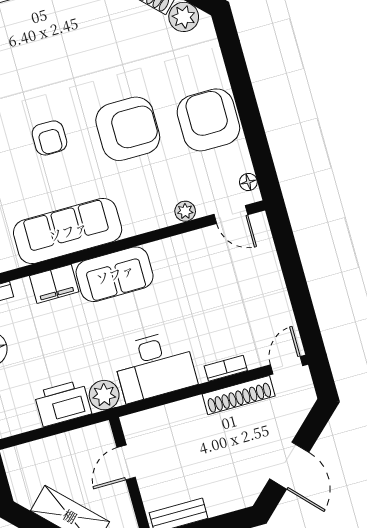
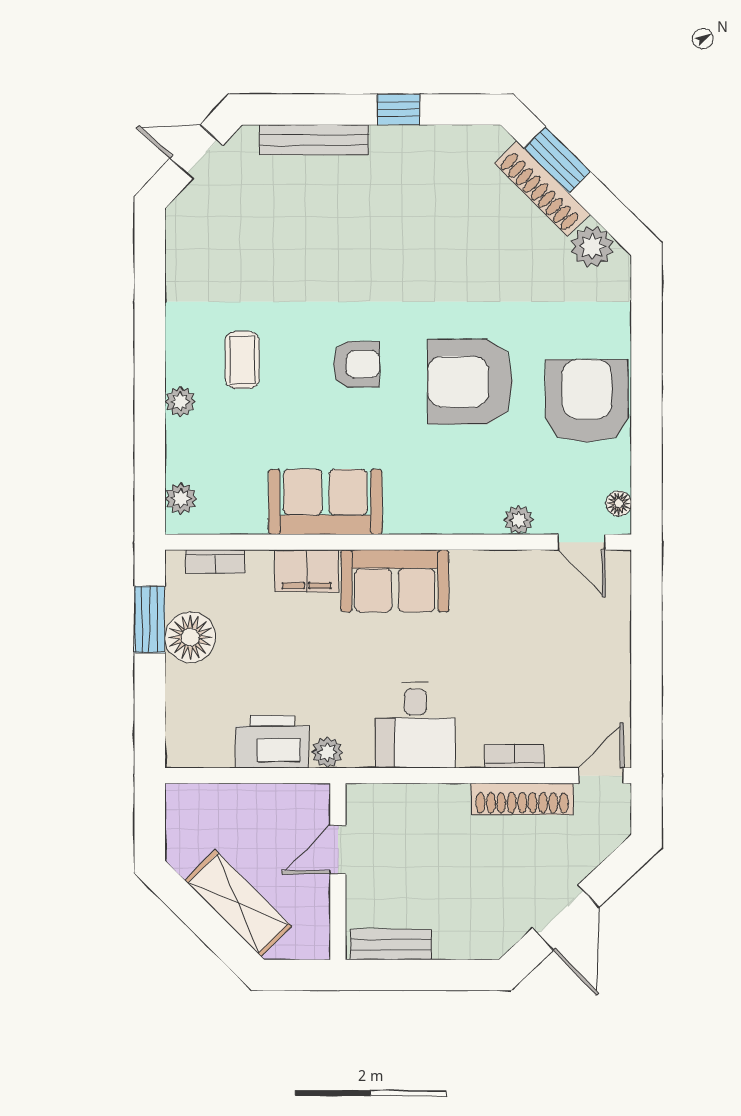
armchair: (128, 129) -> (470, 382), turned 180
armchair: (49, 138) -> (357, 364), turned -90
sofa: (68, 231) -> (325, 502), width x0.73
desk: (154, 366) -> (415, 725), width x0.73
plant: (104, 395) -> (327, 752), width x0.73, depth x0.73

